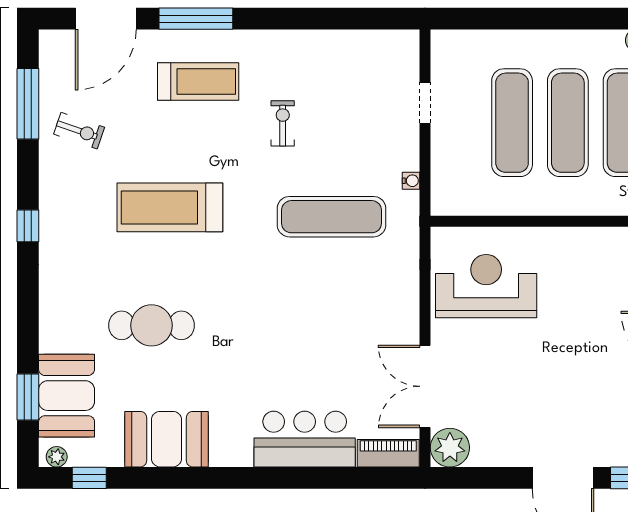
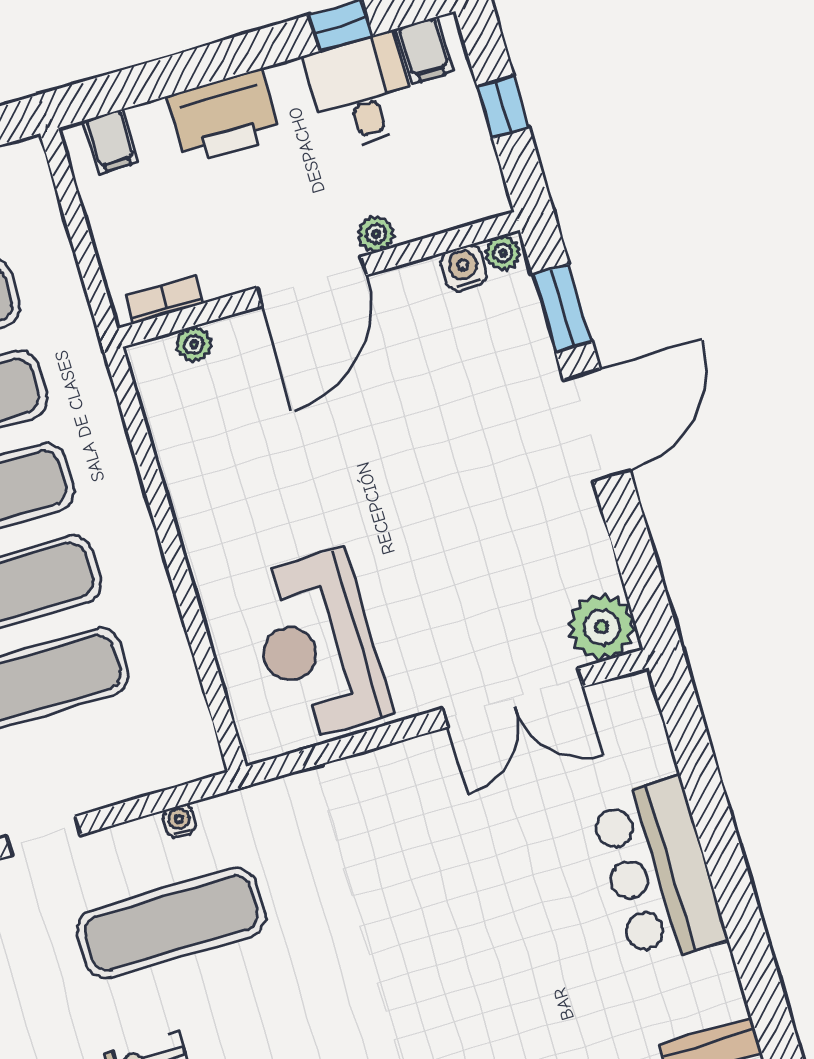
exercise mat: (332, 217) -> (171, 923), moved, turned 90
piano: (388, 453) -> (641, 726), removed

